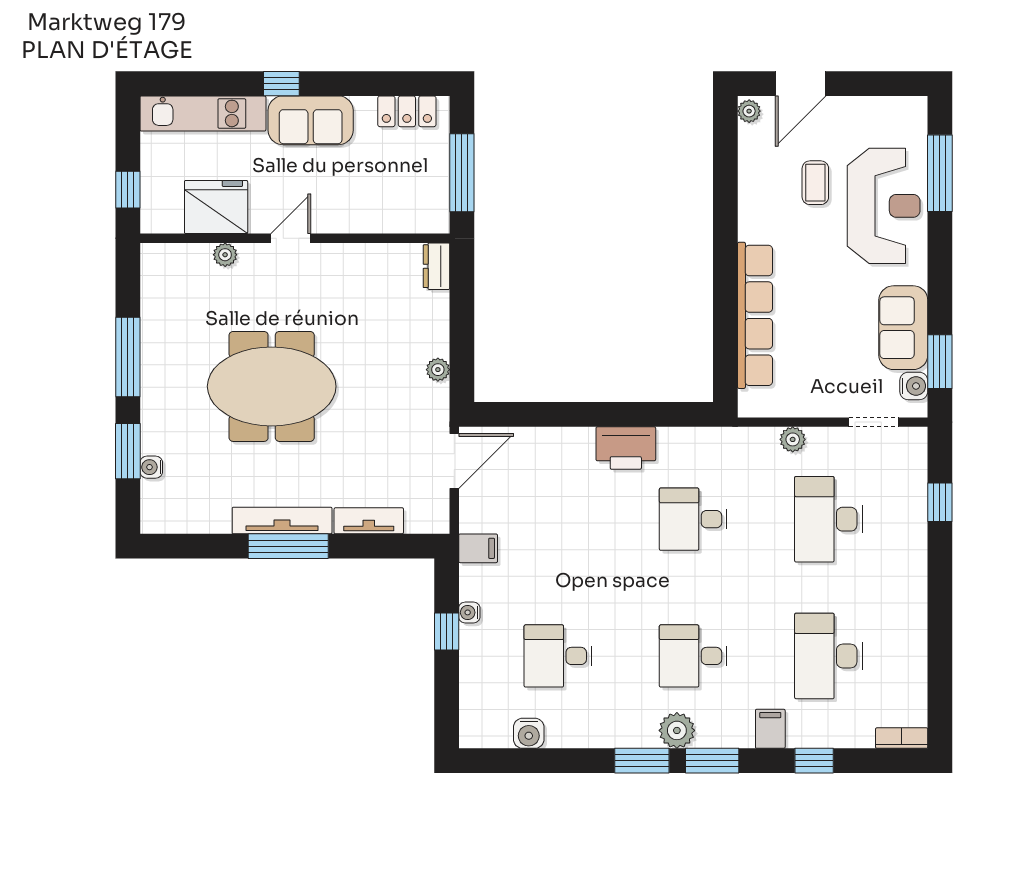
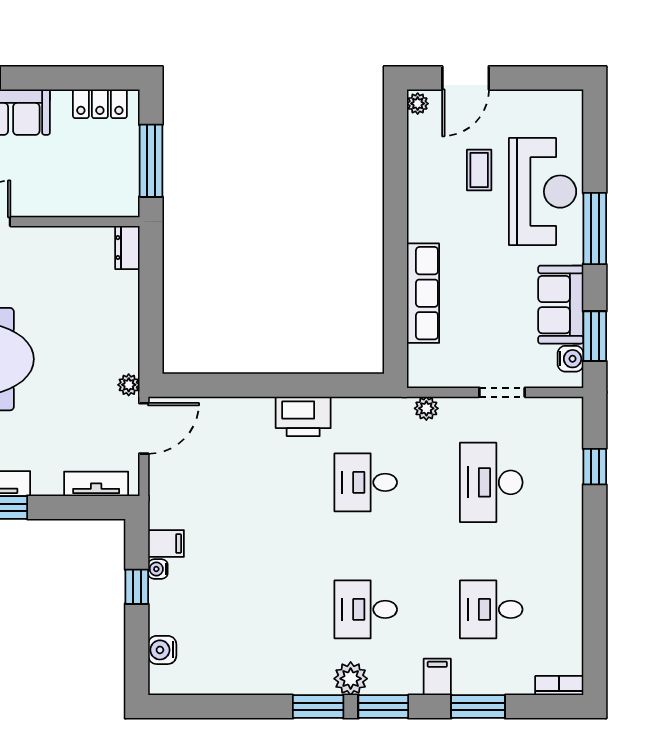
window: (940, 173) -> (595, 229), moved
row of seats: (755, 315) -> (423, 293), width x0.73
plant: (438, 370) -> (129, 385), moved
doorway: (874, 422) -> (502, 392), moved
plant: (793, 439) -> (426, 408), moved
tv unit: (369, 521) -> (96, 484), moved
filing cabinet: (478, 548) -> (166, 544), moved
desk: (558, 656) -> (240, 609), removed
desk: (828, 656) -> (491, 609), width x0.73
water cooler: (529, 733) -> (162, 650), moved, turned 90
window: (814, 761) -> (478, 707), width x1.50

